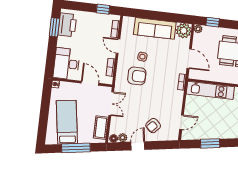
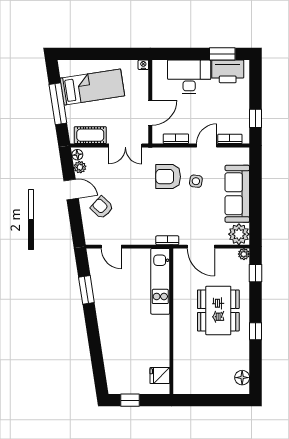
door: (189, 59) -> (201, 247), hinge flipped
desk: (67, 64) -> (189, 77), moved
armchair: (137, 76) -> (168, 177), turned 90

